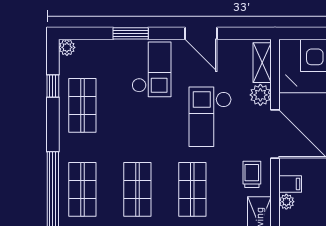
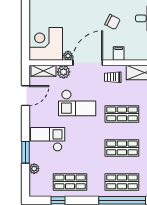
door: (201, 33) -> (26, 96), moved
plant: (67, 47) -> (34, 169), moved
plant: (286, 202) -> (68, 56), moved

